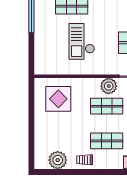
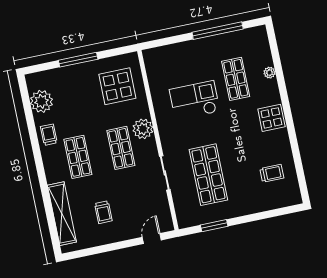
plant: (109, 86) -> (143, 129), moved
window: (31, 125) -> (78, 60), added

